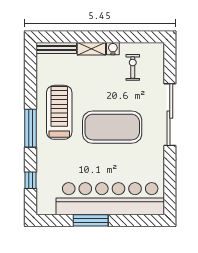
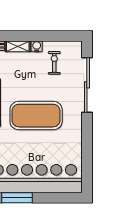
sliding door: (170, 115) -> (87, 85), moved

